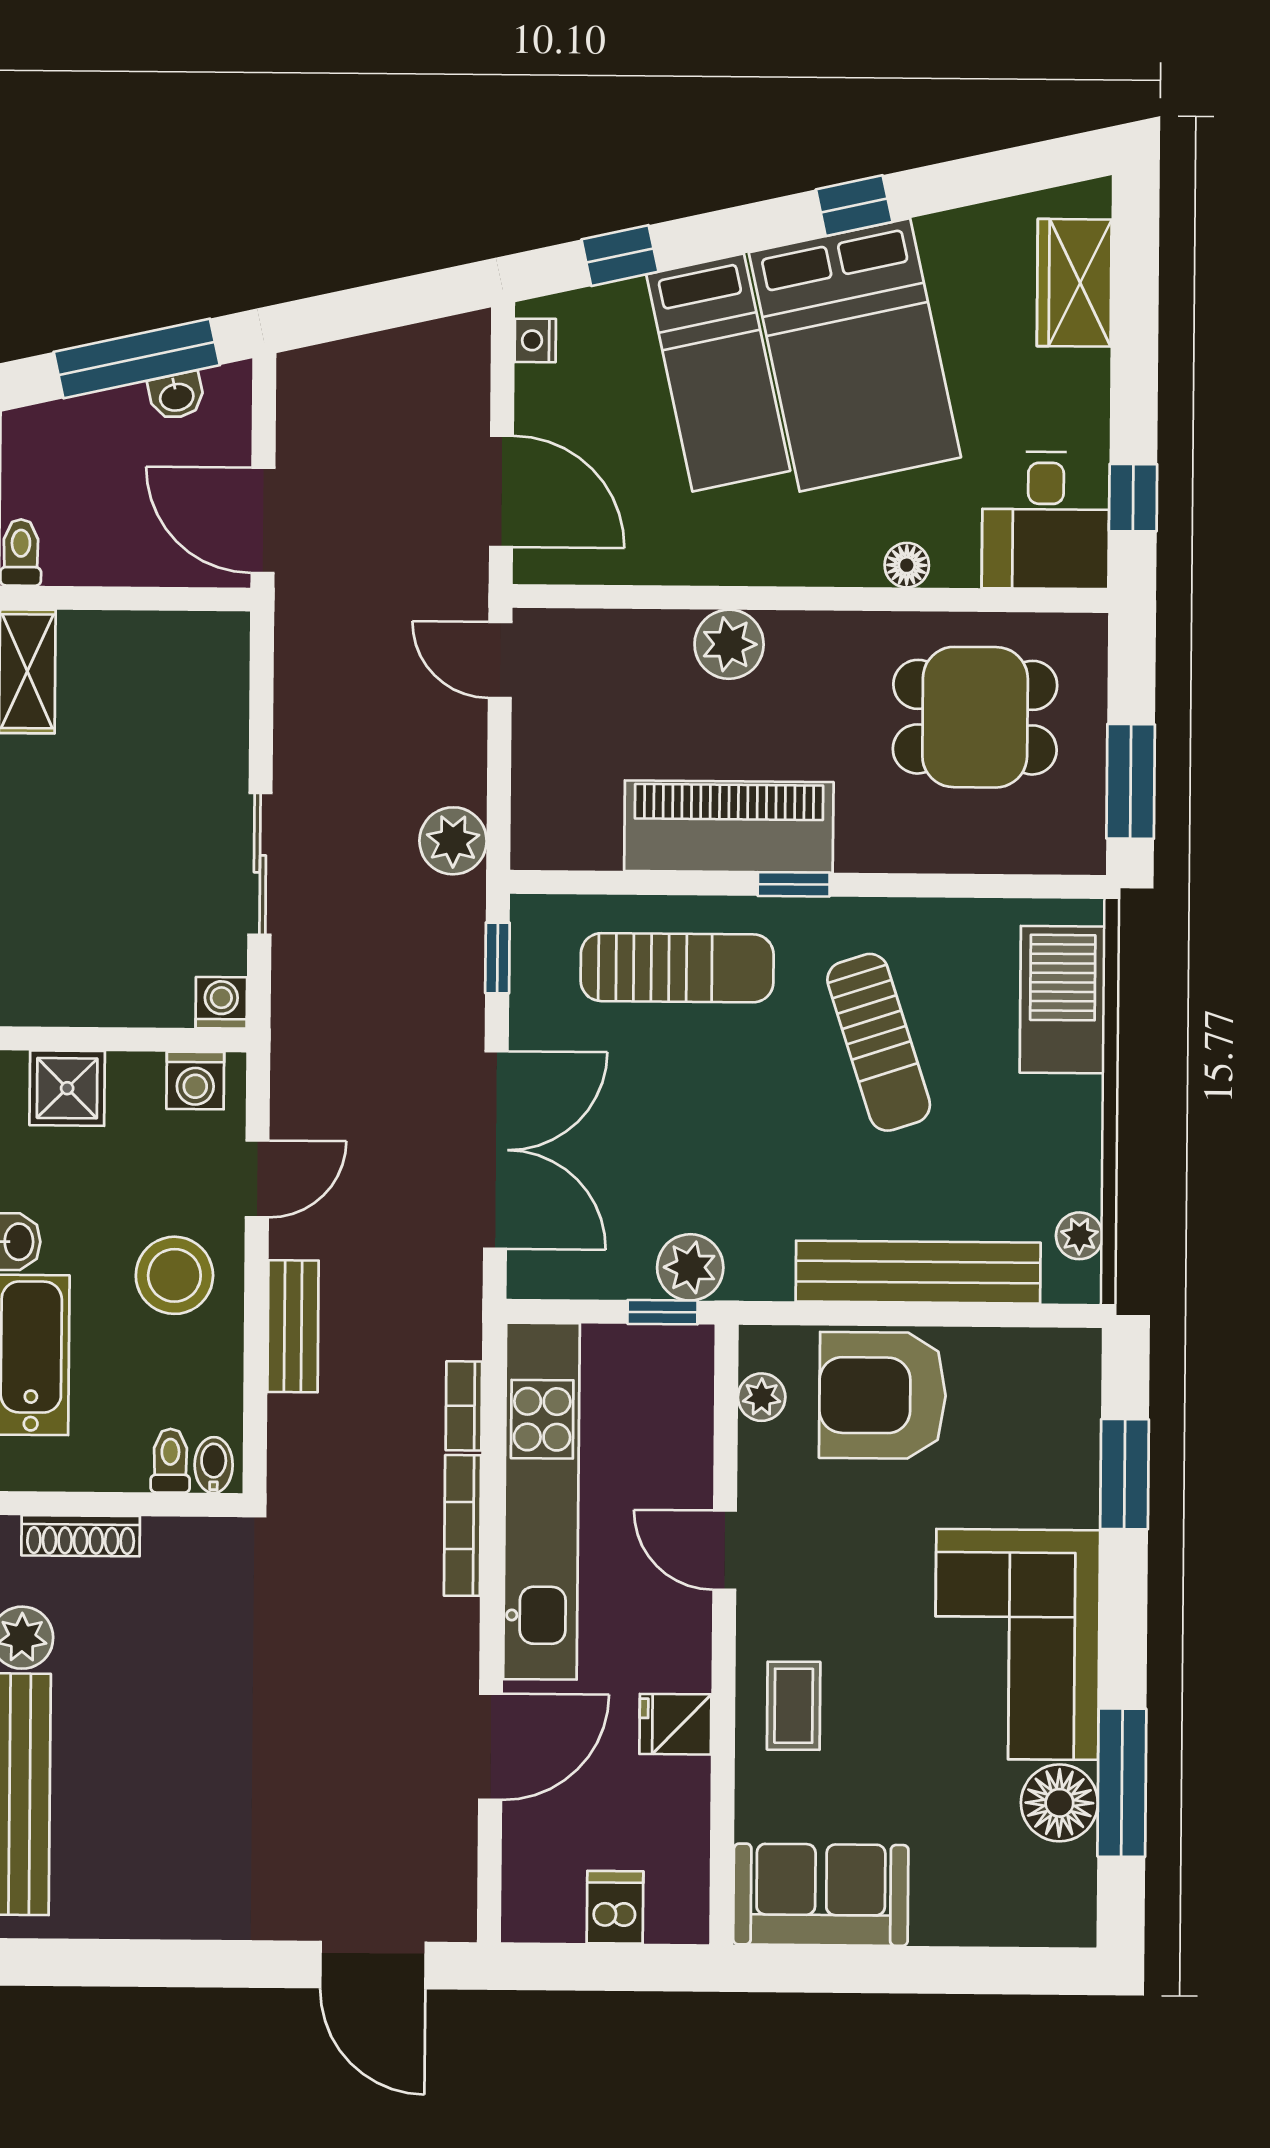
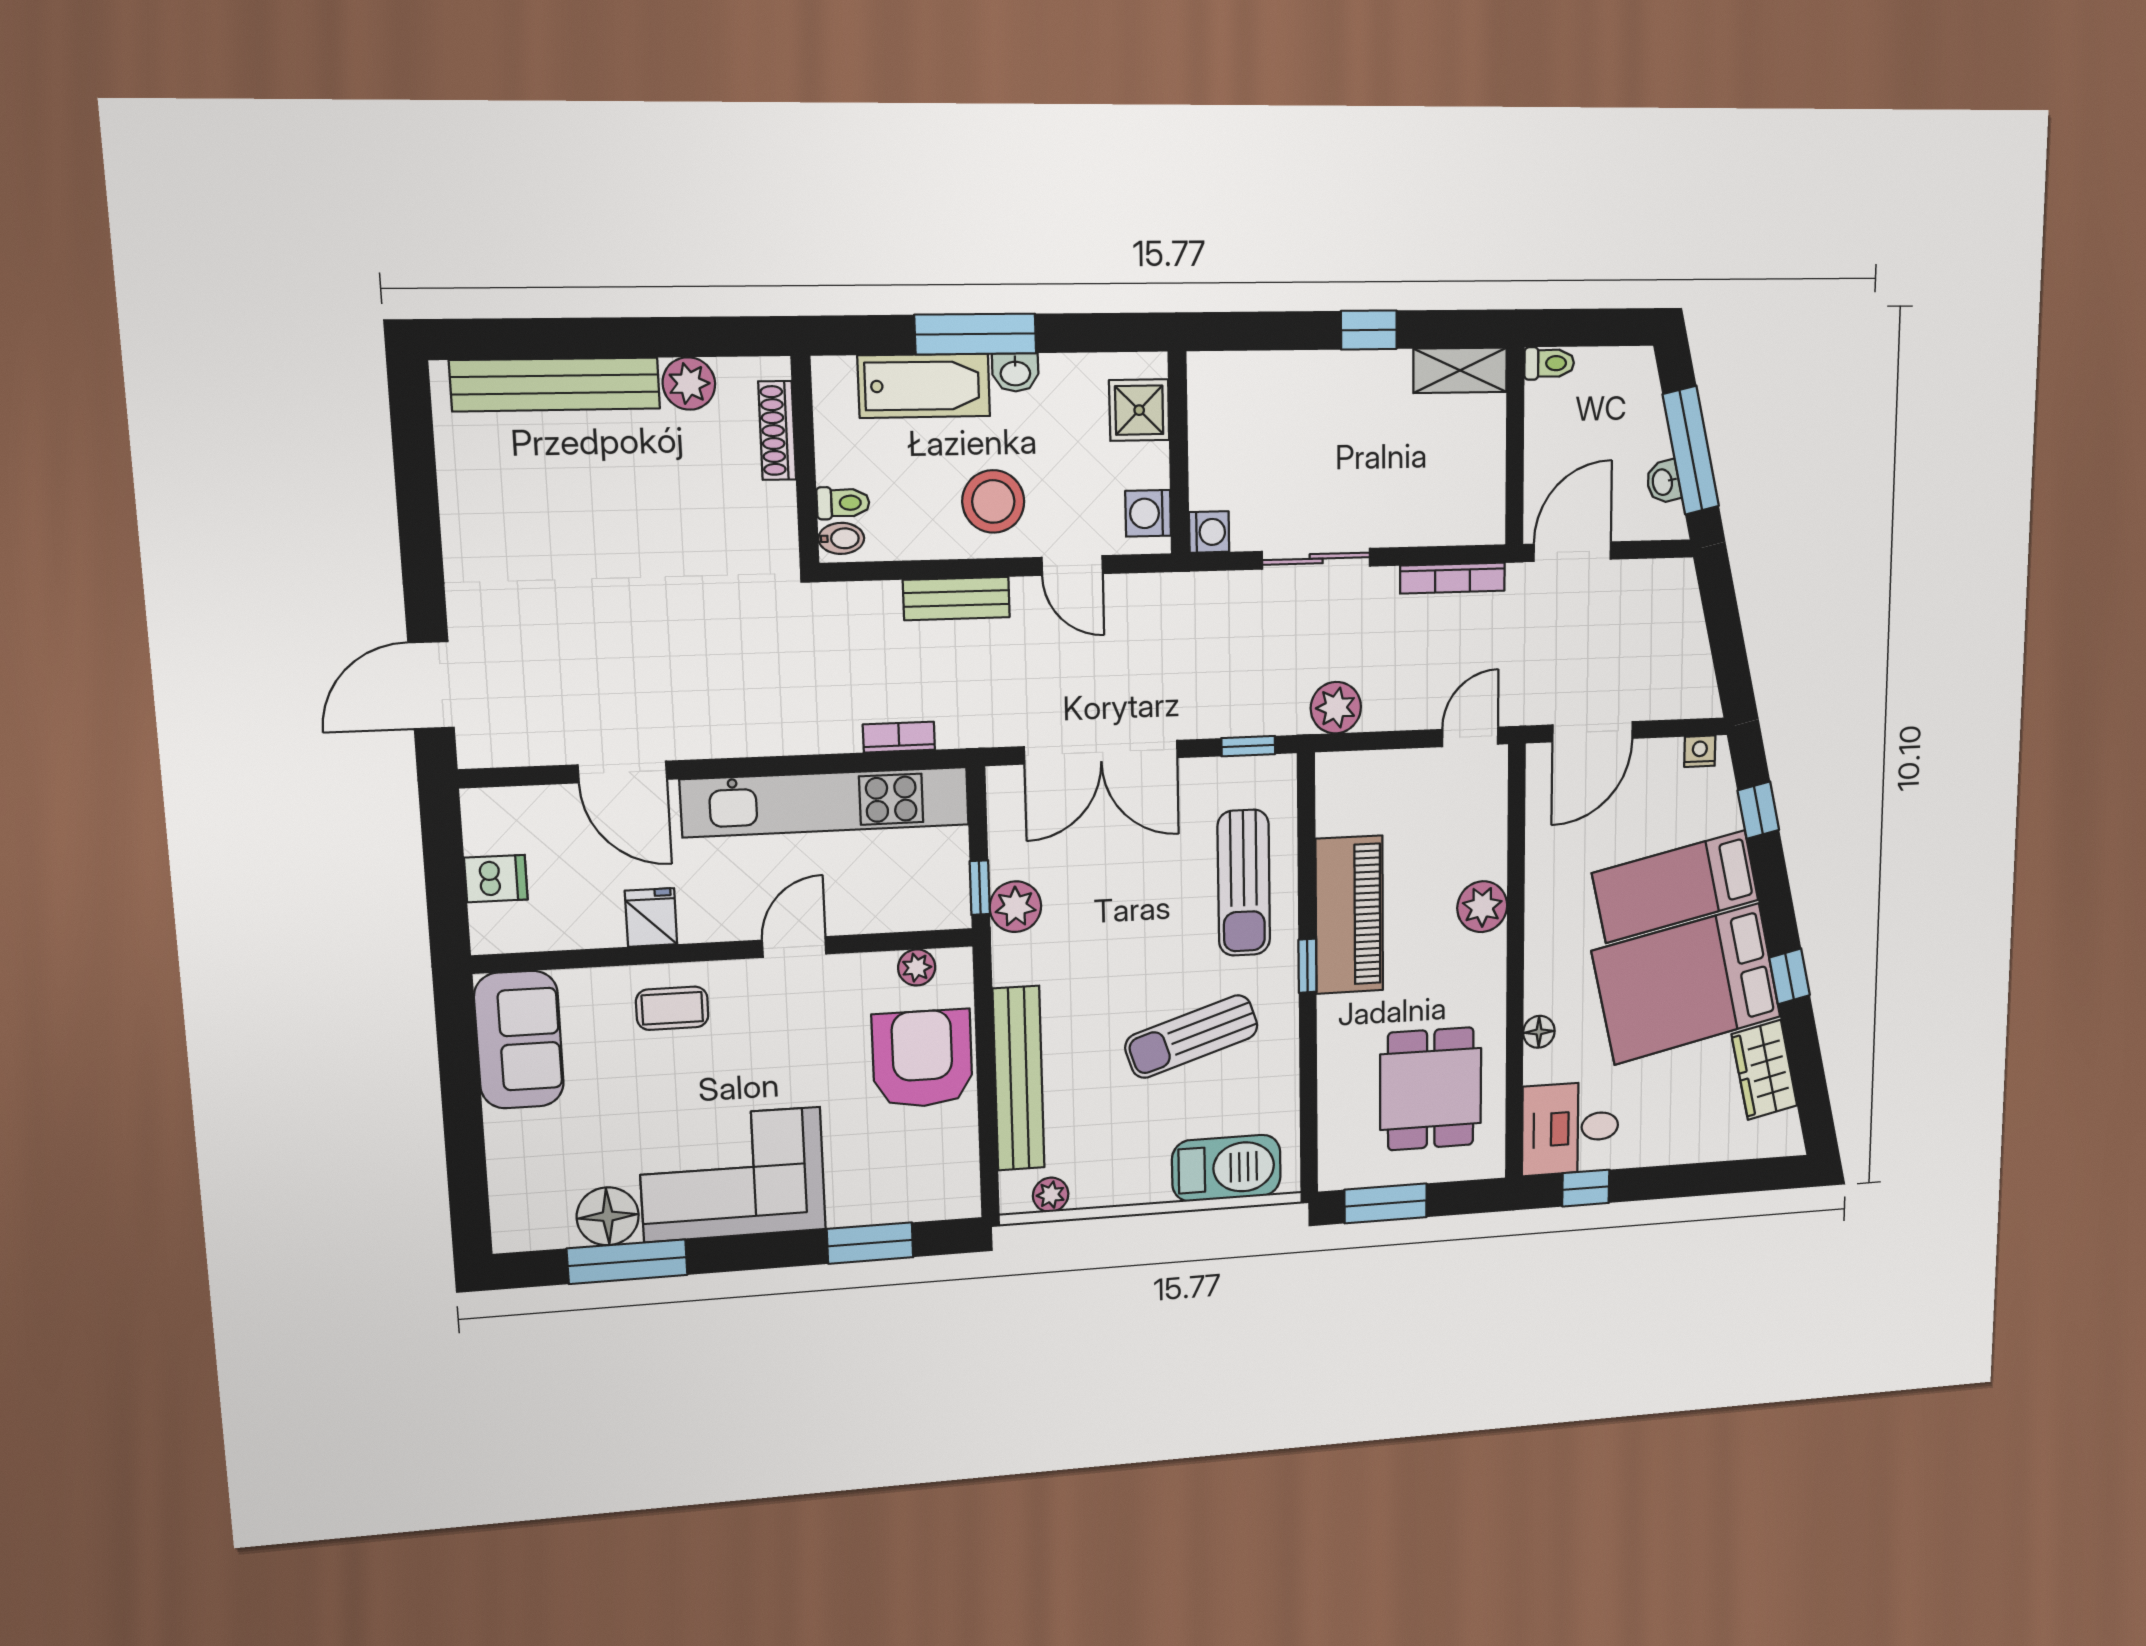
wardrobe: (1074, 283) -> (1764, 1070), moved, turned -103
bookcase: (463, 1525) -> (1453, 578), moved, turned 180

